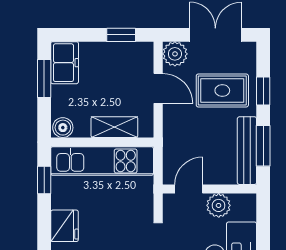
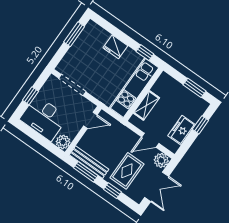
window: (121, 35) -> (200, 125), moved
freezer: (65, 63) -> (182, 130), moved, turned 90
boiler: (63, 128) -> (164, 80), removed
door: (189, 189) -> (90, 120), hinge flipped
plant: (219, 205) -> (63, 142), moved

